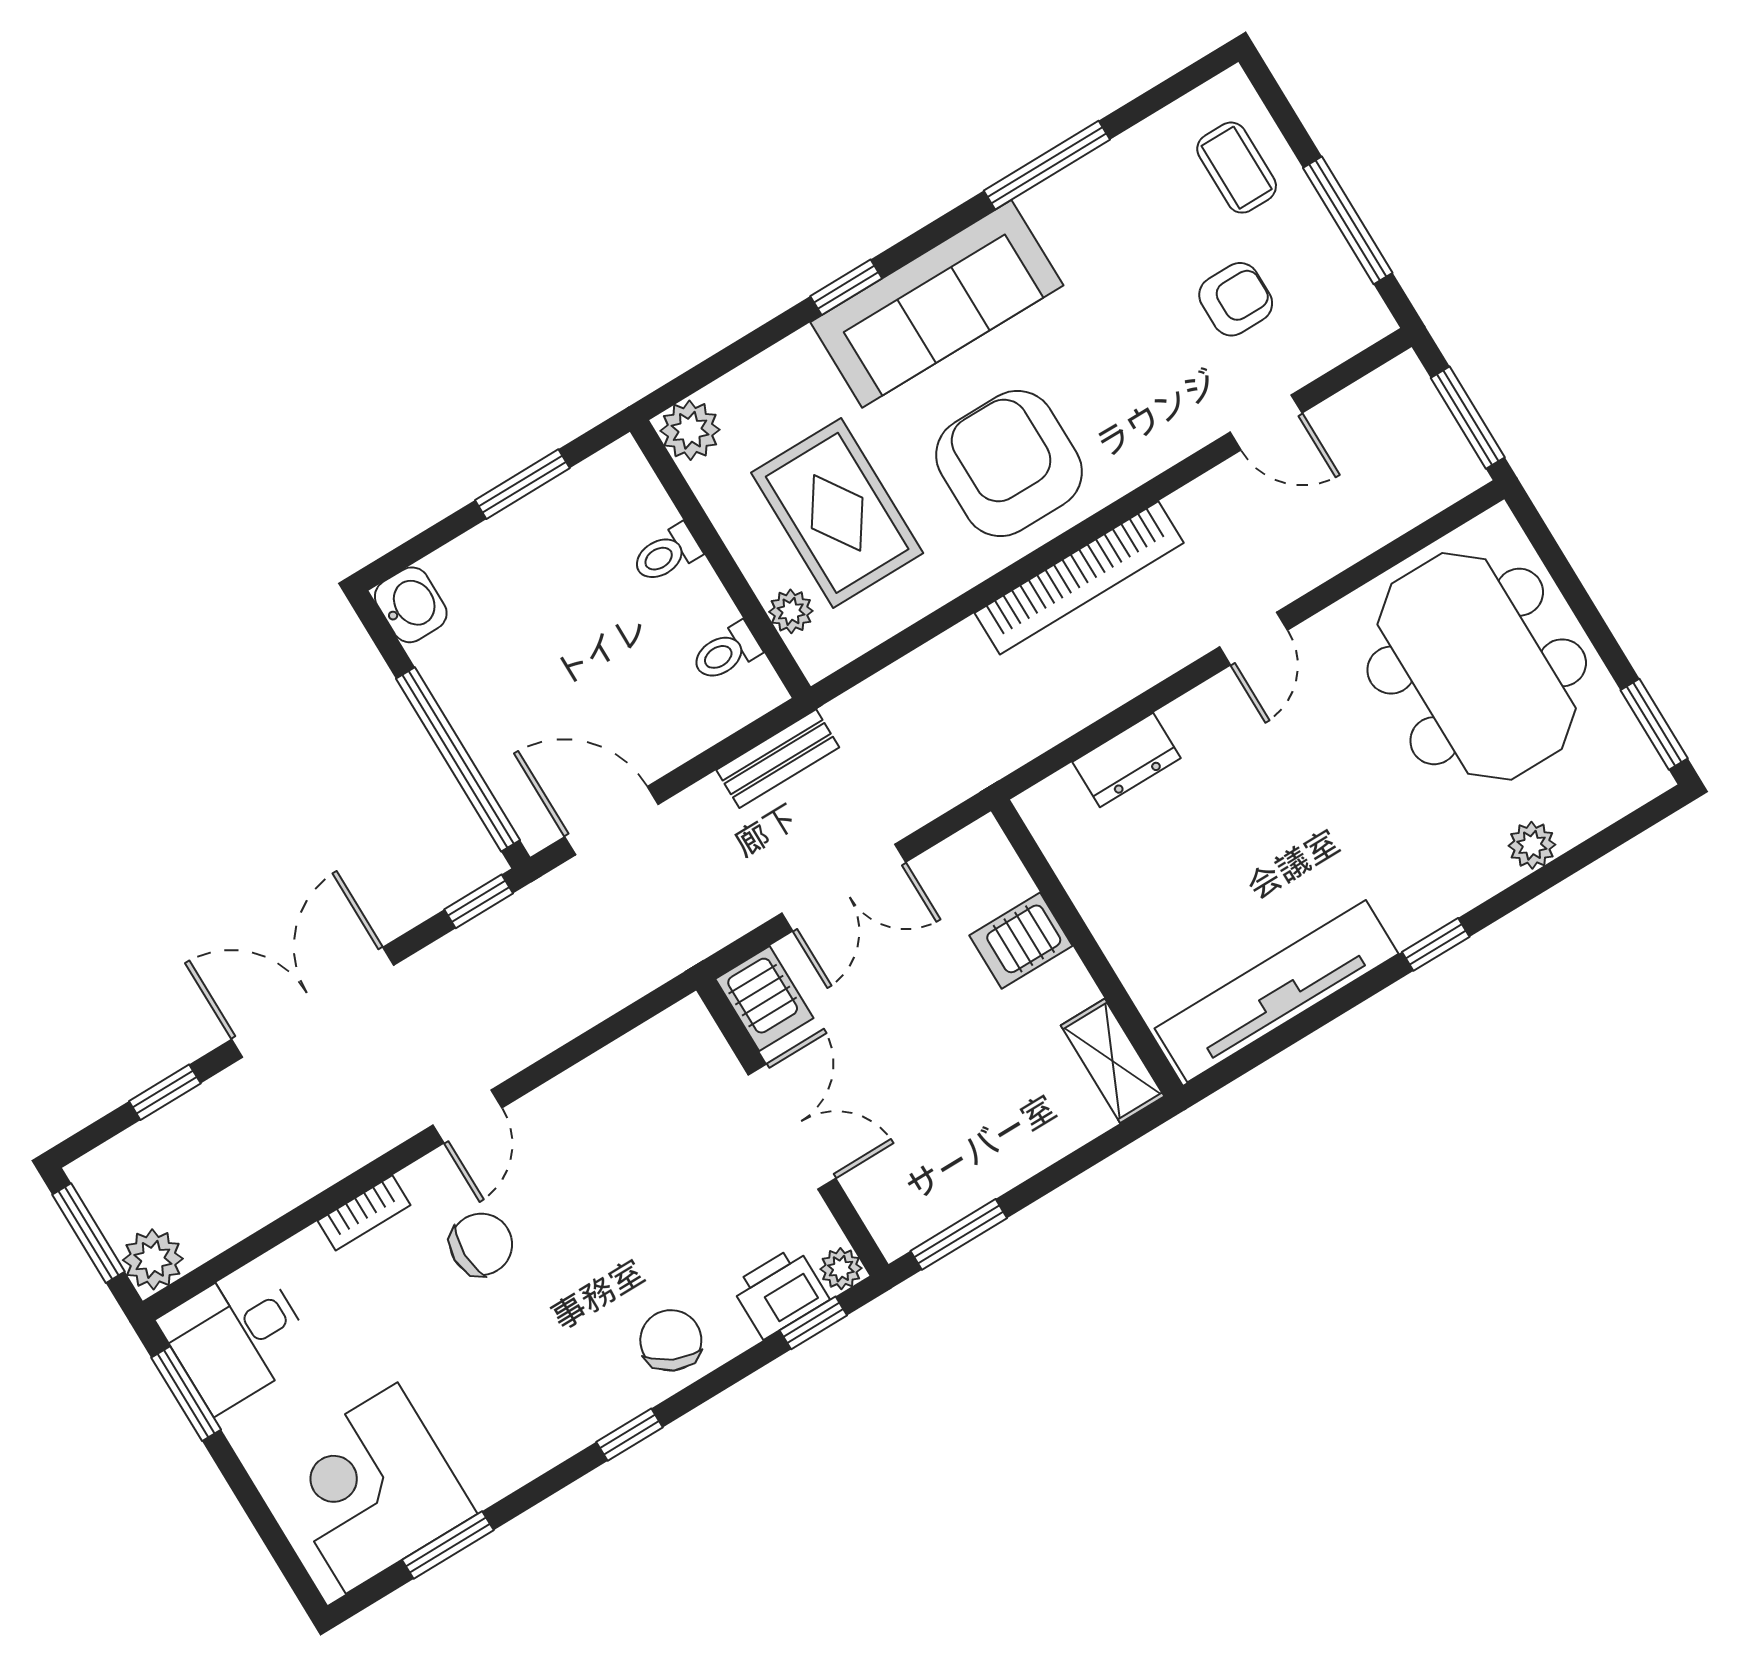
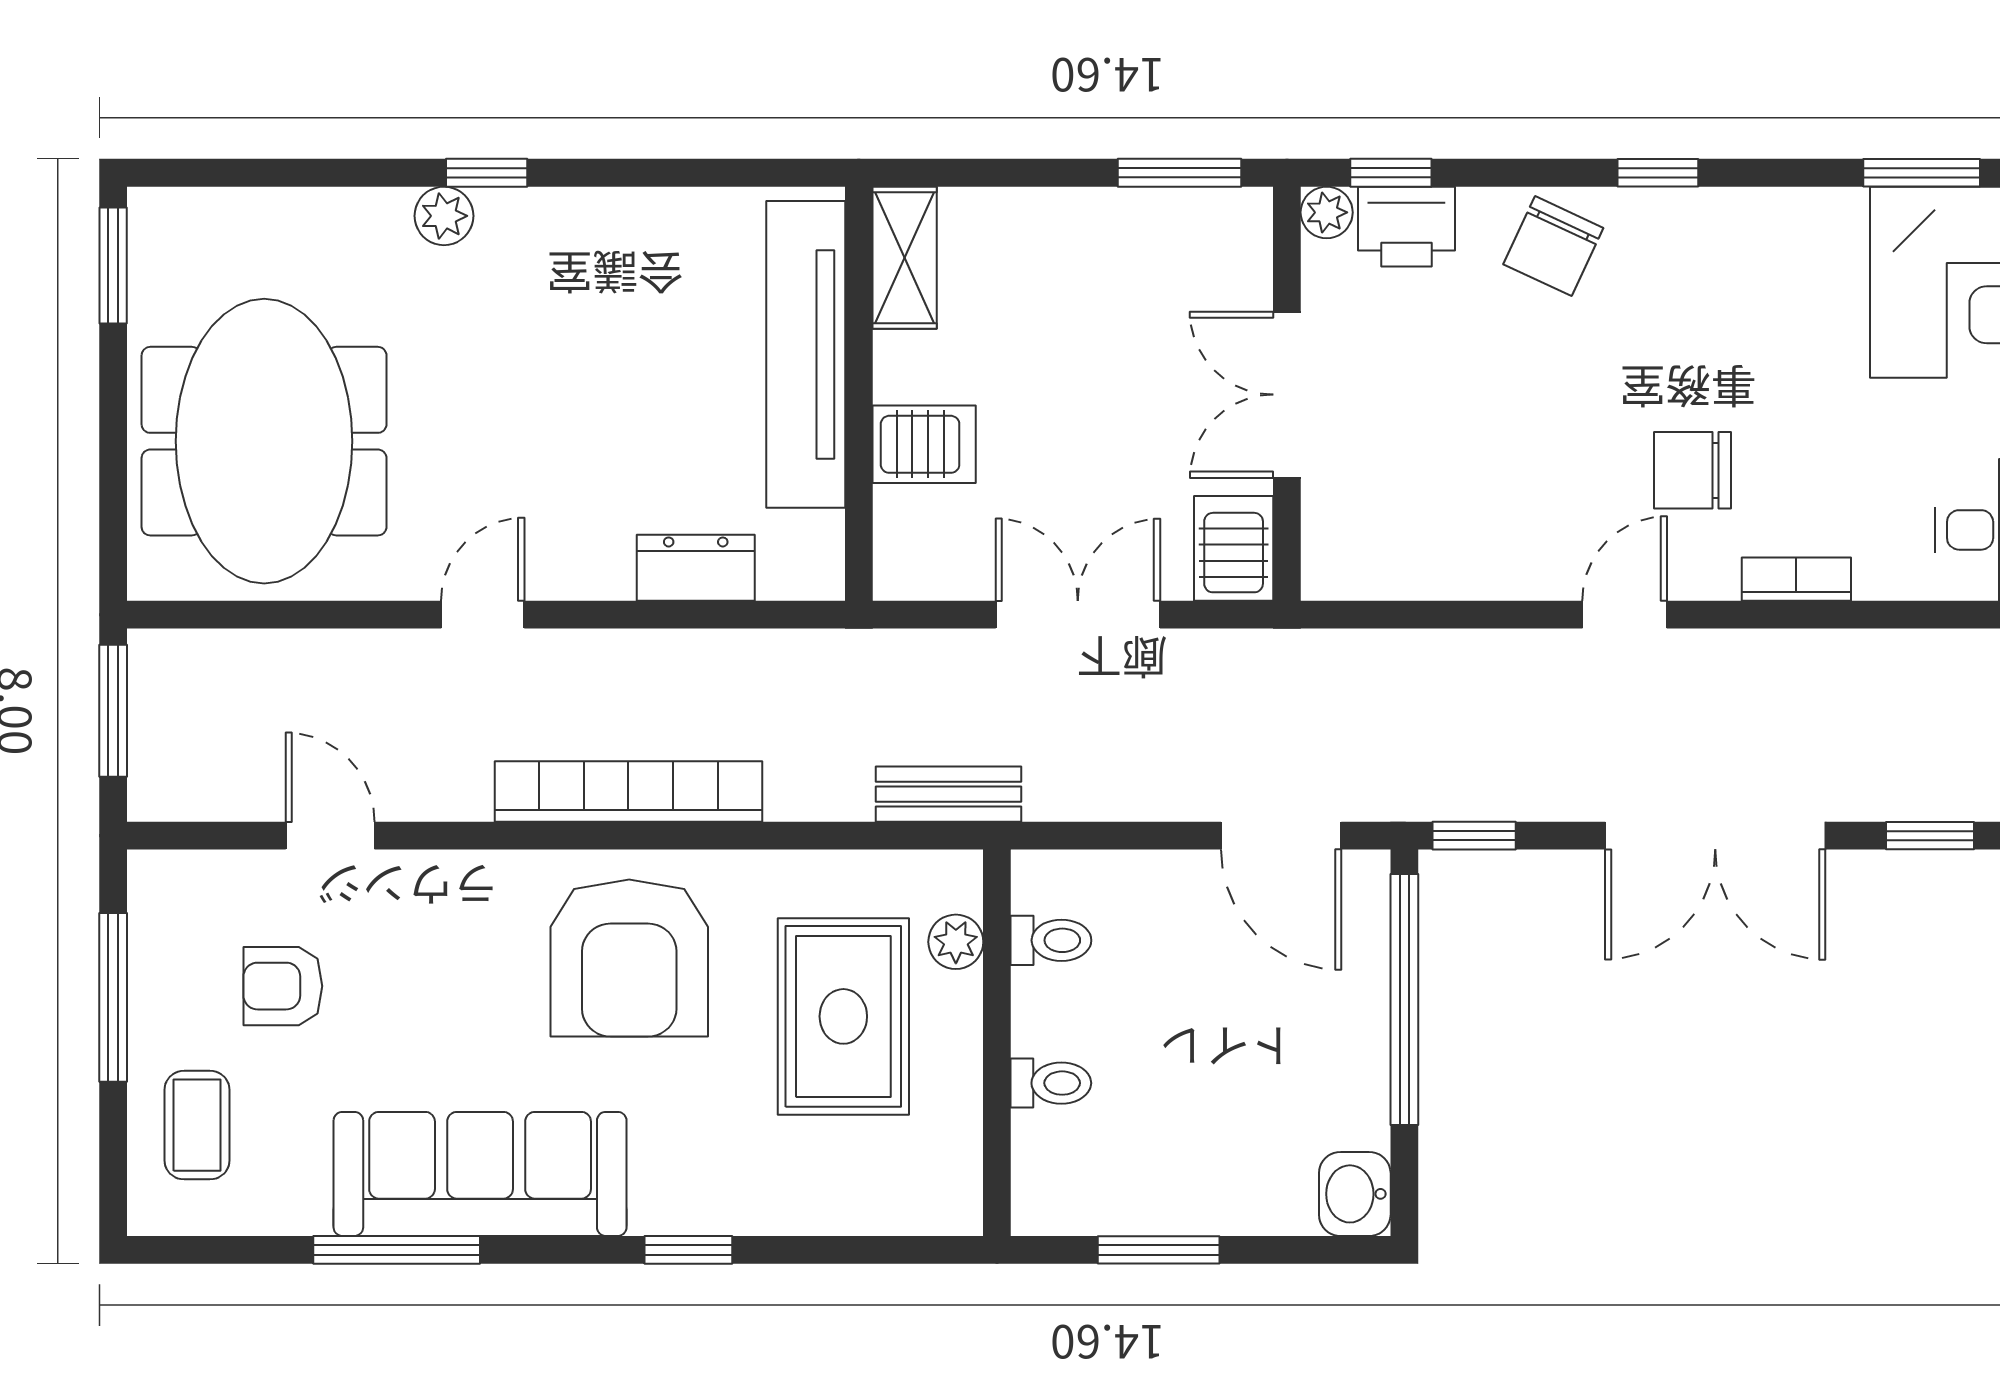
sofa: (937, 304) -> (480, 1174), moved
plant: (690, 430) -> (946, 1199), removed
bench: (778, 759) -> (949, 794), moved
plant: (1532, 845) -> (444, 216), moved
tv unit: (1277, 991) -> (806, 354), moved, turned 90

